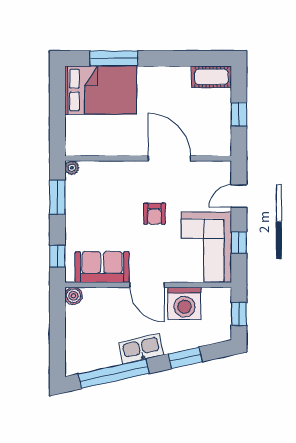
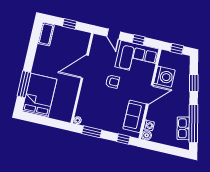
washing machine: (92, 296) -> (149, 125), added
kitchen sink: (141, 349) -> (183, 128), moved

